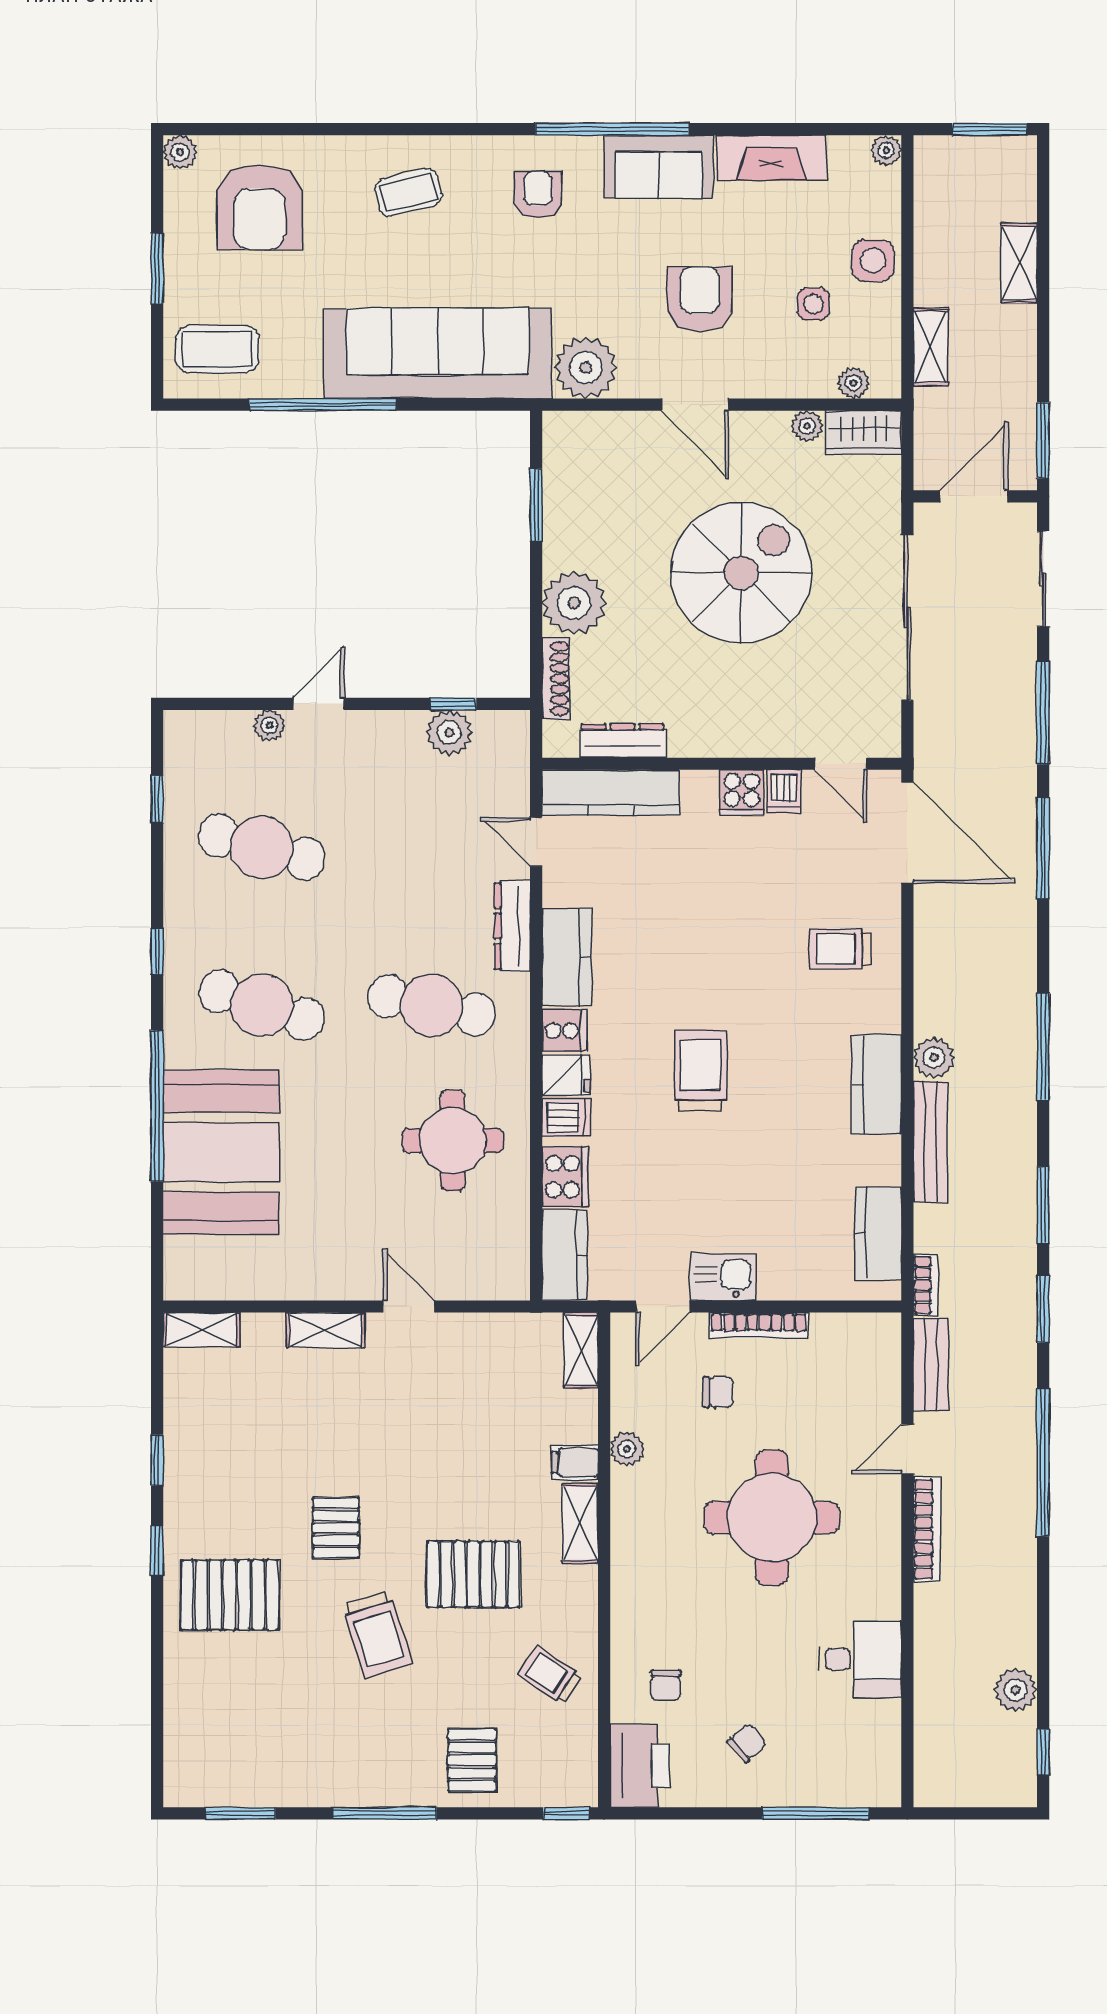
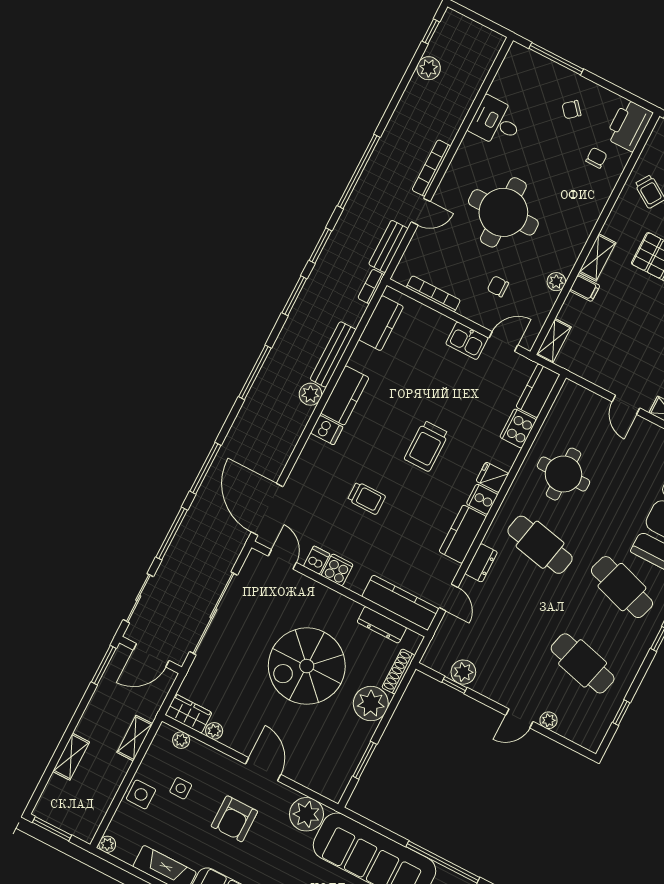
spiral stairs: (741, 573) -> (307, 666), moved
dresser: (512, 926) -> (481, 563), width x0.70
trolley: (840, 949) -> (367, 498), moved
dishwasher: (566, 1117) -> (327, 430), moved, turned 180
bookcase: (759, 1325) -> (433, 294), moved

